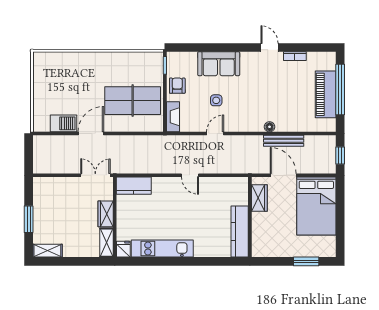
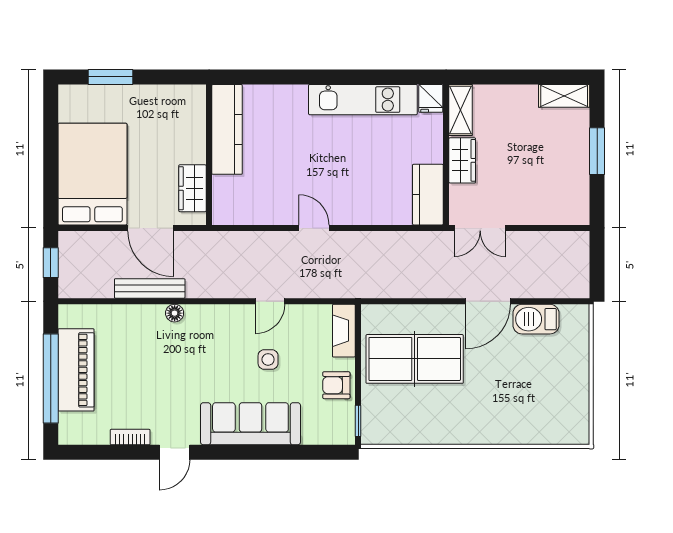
door: (270, 47) -> (175, 452), hinge flipped
sofa: (219, 64) -> (250, 424), width x1.36
armchair: (177, 86) -> (336, 385), turned 90
kitchen counter: (134, 186) -> (428, 195), moved, turned -90

